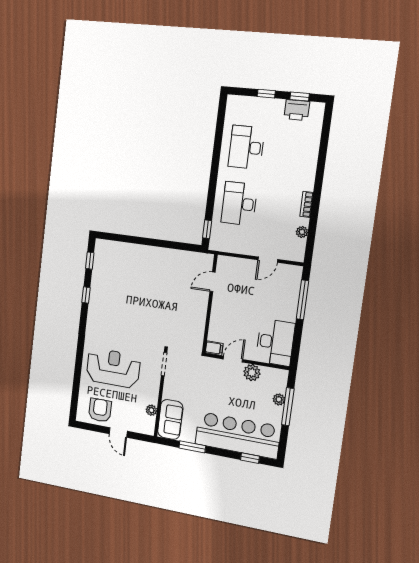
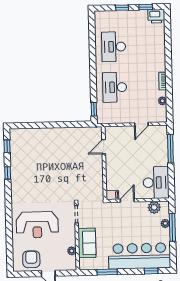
printer: (297, 110) -> (156, 16), moved
reception desk: (113, 368) -> (37, 225), turned 180
plant: (252, 373) -> (154, 207), moved
sofa: (170, 419) -> (87, 243), moved

